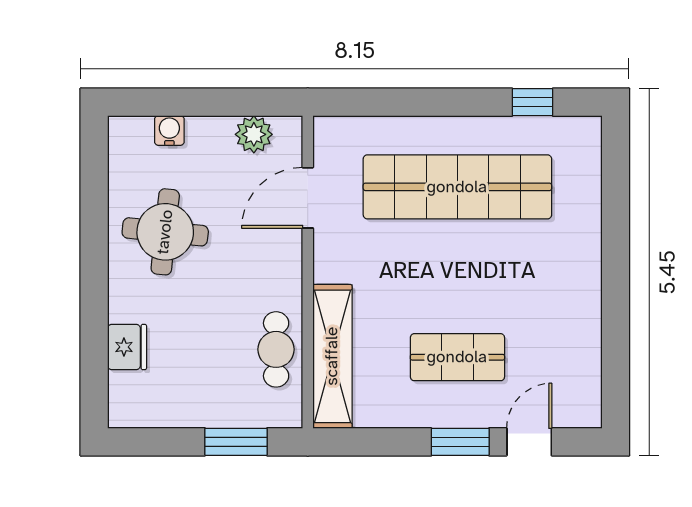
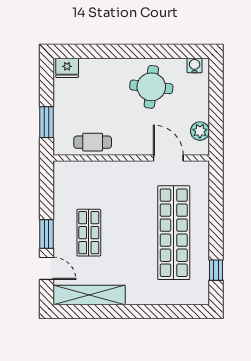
water cooler: (169, 130) -> (195, 66), moved, turned -90
fridge: (127, 347) -> (67, 68), moved
shelving: (332, 356) -> (89, 295), moved

